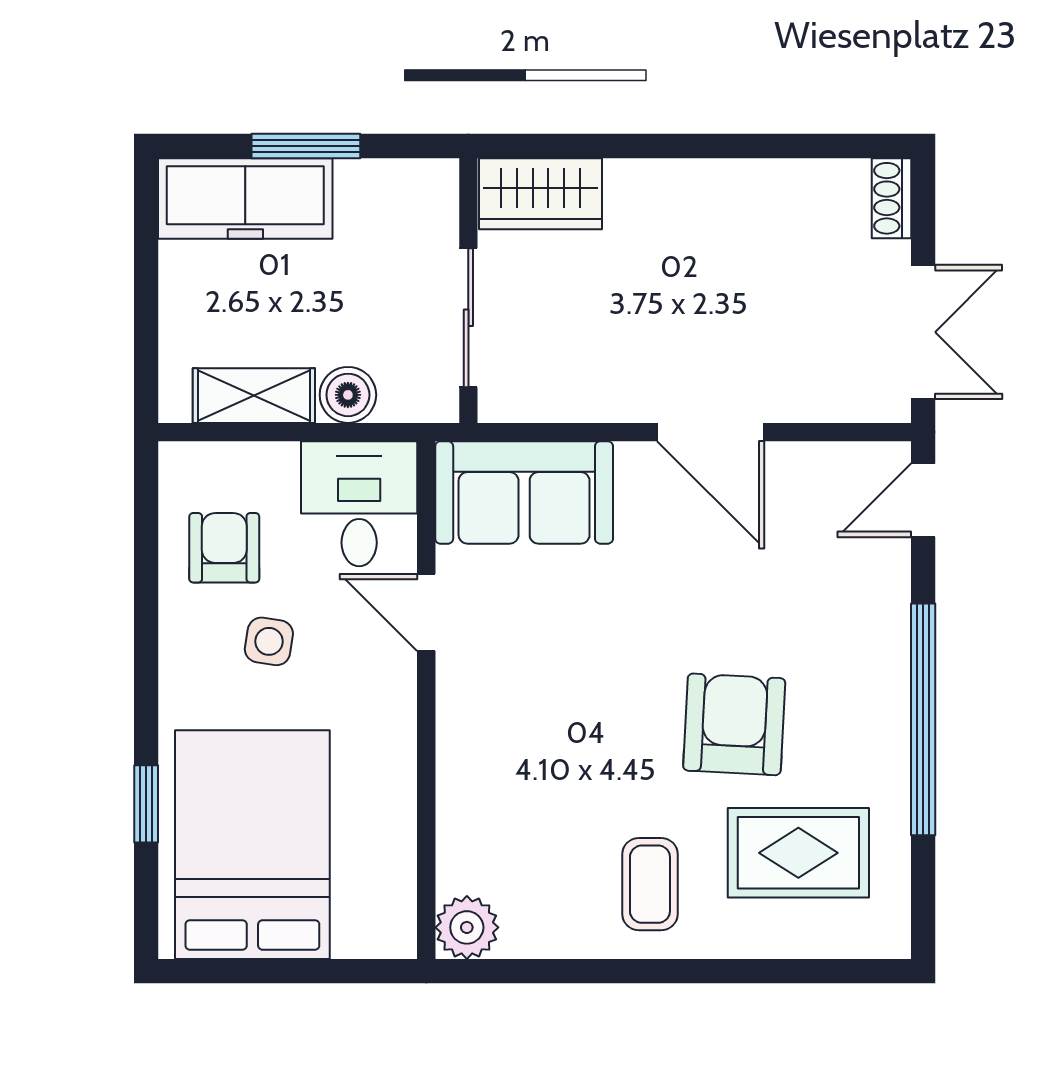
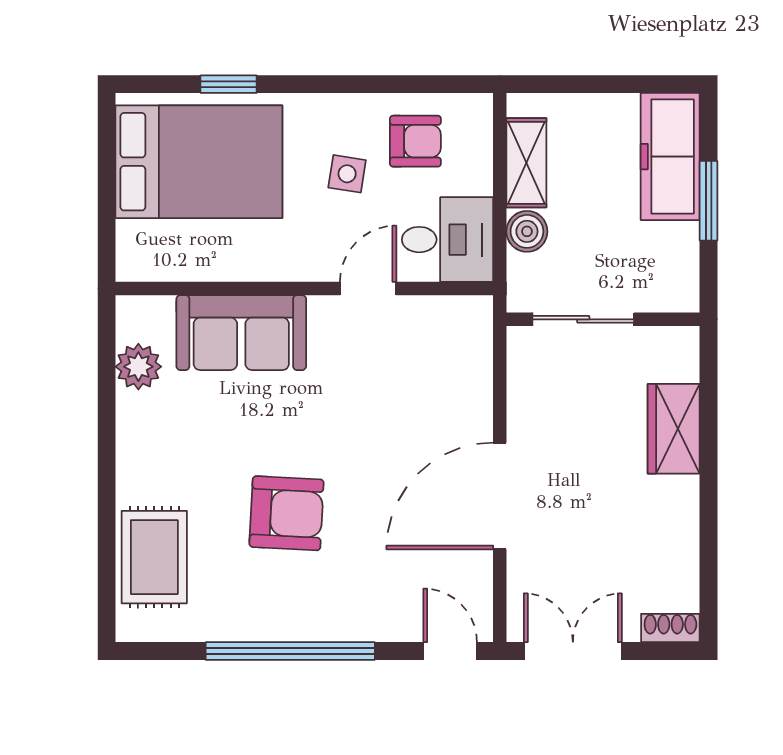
wardrobe: (541, 194) -> (674, 429), moved
double door: (923, 332) -> (573, 651), swing flipped
door: (711, 432) -> (500, 496), width x1.36
sofa: (524, 492) -> (241, 333), moved, turned -90
rug: (798, 853) -> (154, 557), moved
coffee table: (650, 884) -> (170, 452), removed
plant: (467, 927) -> (138, 367), moved

